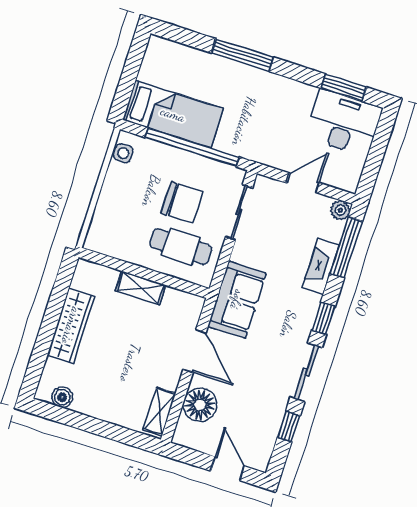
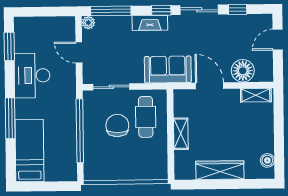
bed: (173, 114) -> (30, 151), moved
desk: (344, 123) -> (32, 75), moved
side table: (123, 153) -> (98, 174), removed
fireplace: (321, 267) -> (150, 23), moved
door: (195, 351) -> (210, 86), hinge flipped

